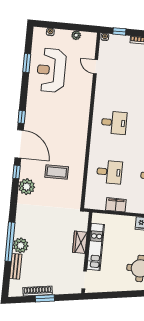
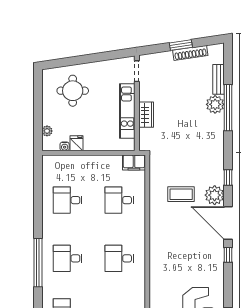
window: (16, 172) -> (228, 178), moved
plant: (27, 187) -> (215, 195), moved
filing cabinet: (116, 205) -> (134, 162), moved

